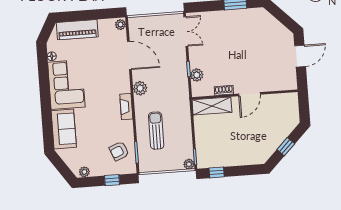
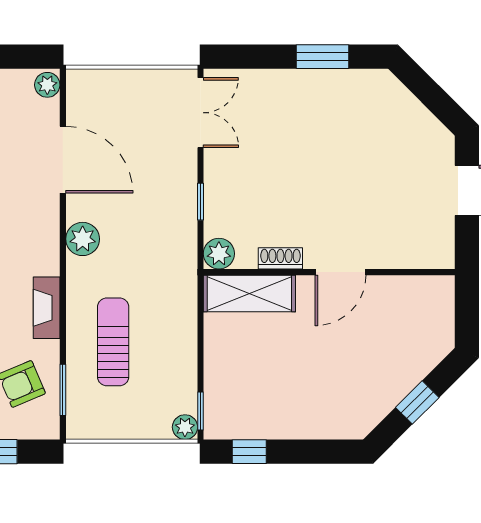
plant: (197, 75) -> (219, 254), moved
fireplace: (126, 107) -> (47, 308), moved

